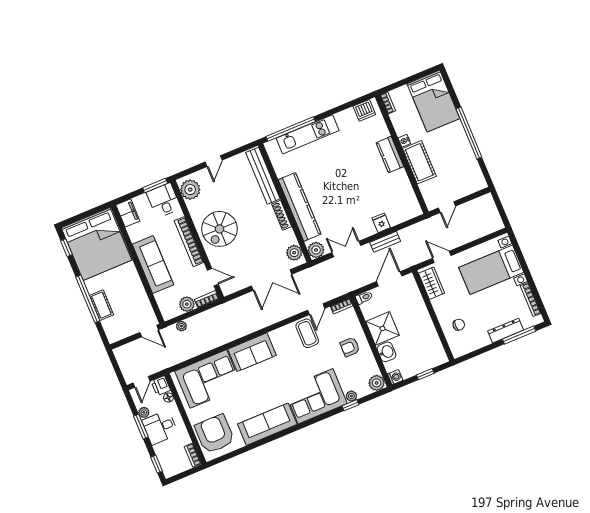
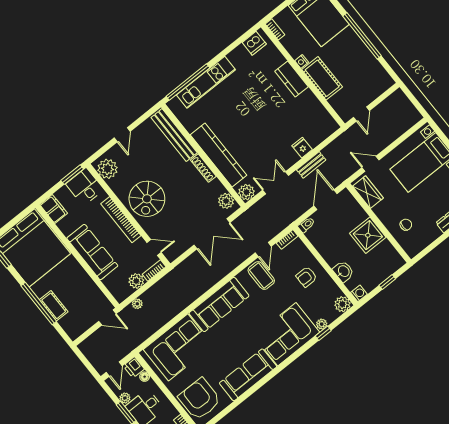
shower: (382, 328) -> (368, 235), moved
sofa: (252, 352) -> (219, 304), width x1.36

